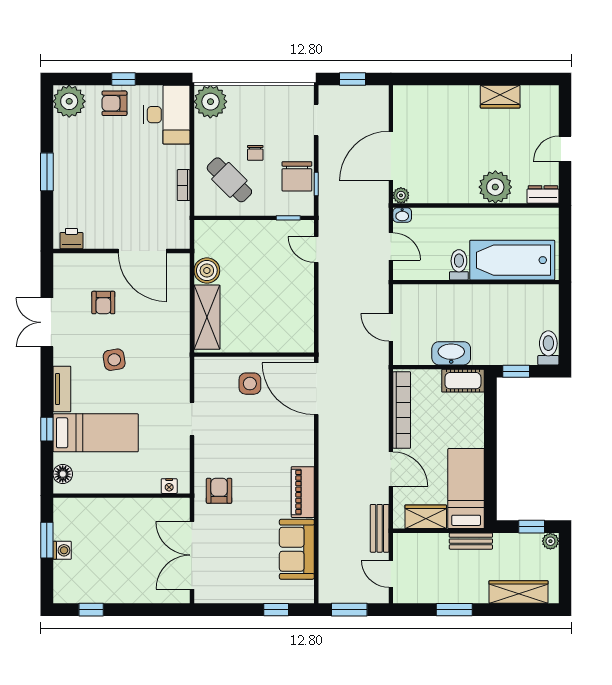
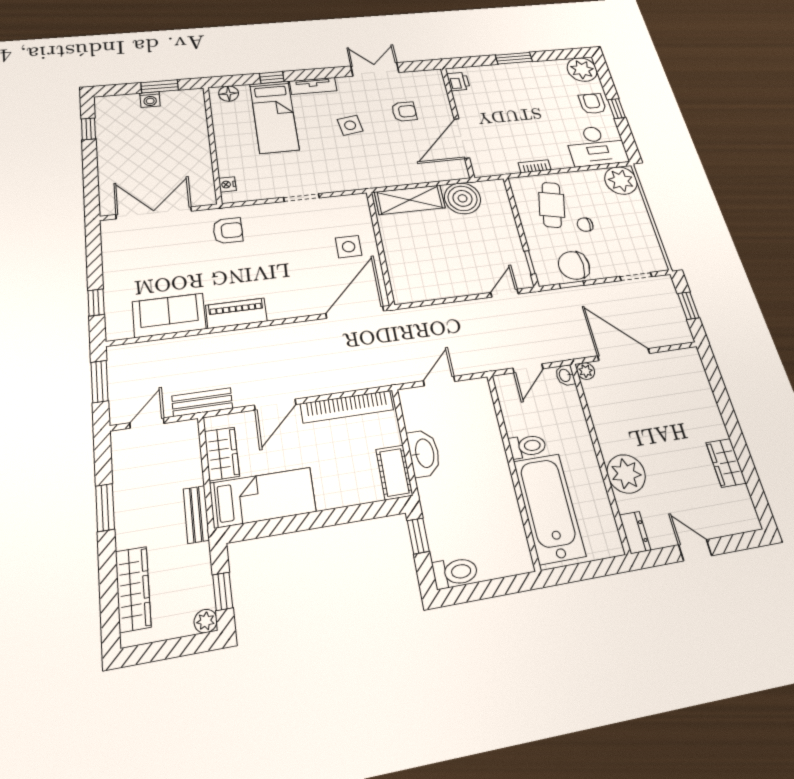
cafe table: (229, 180) -> (552, 205), turned -32
boiler: (207, 270) -> (463, 198), width x1.37, depth x1.37
armchair: (103, 303) -> (404, 112), turned 180

